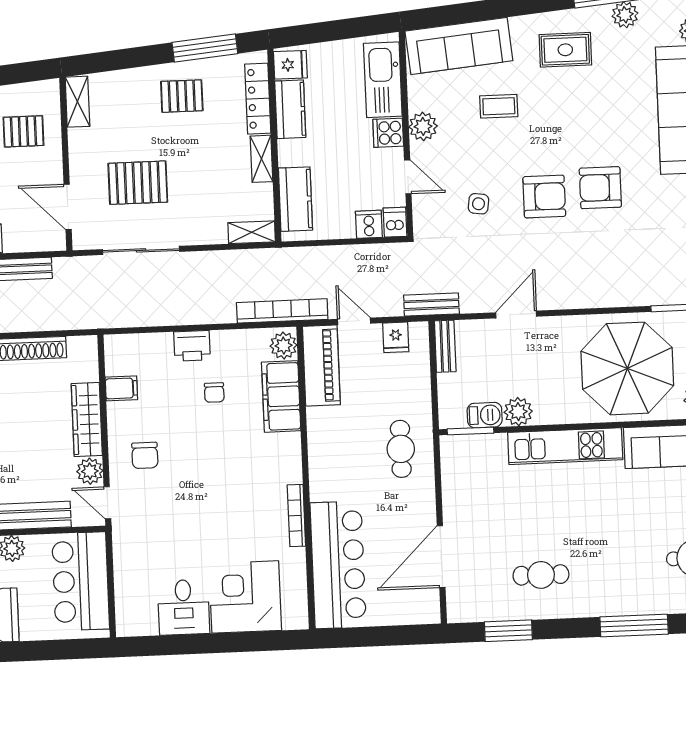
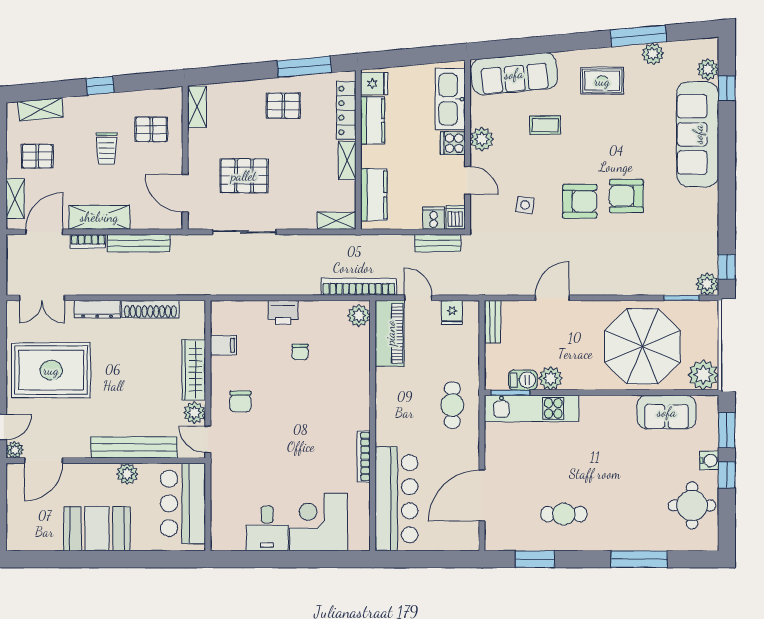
bench: (431, 305) -> (438, 243), moved
filing cabinet: (281, 396) -> (355, 357), removed
kitchen unit: (565, 446) -> (532, 408), moved

